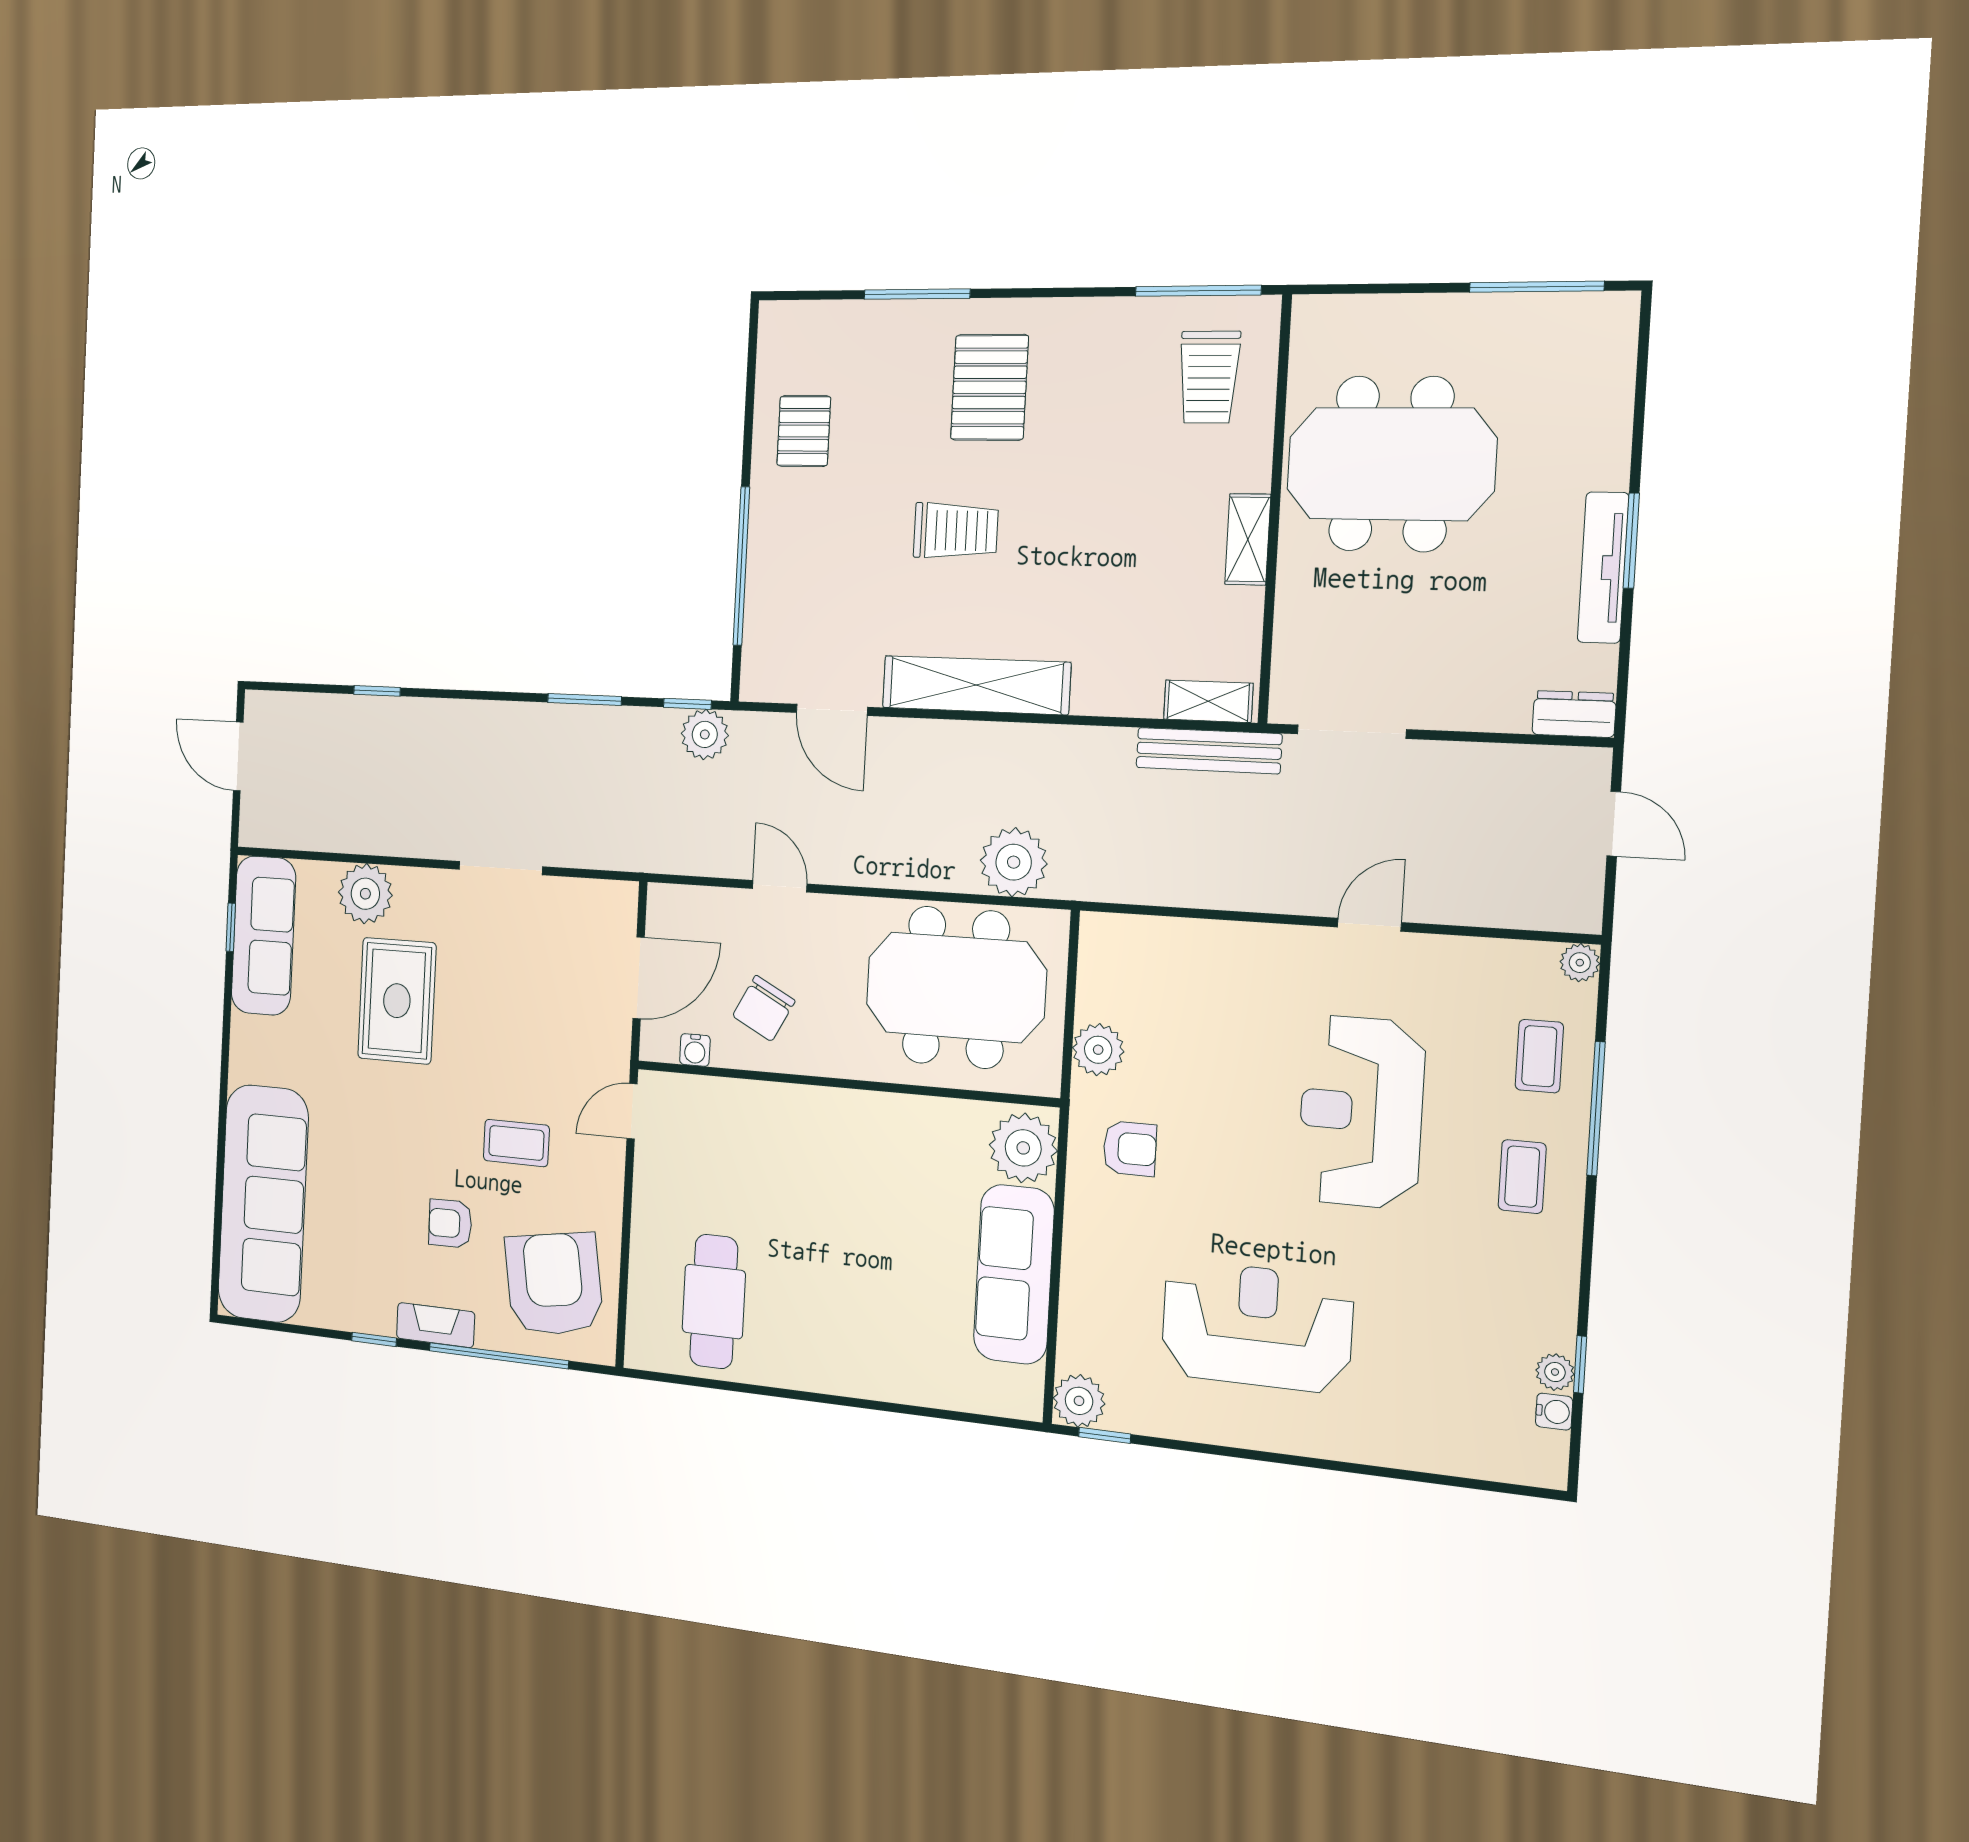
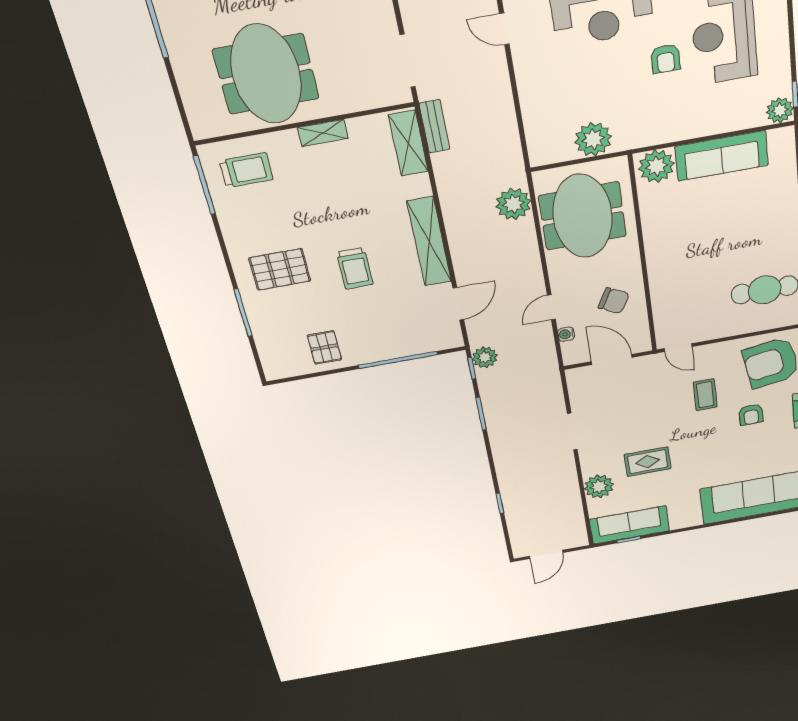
pallet: (804, 431) -> (324, 347), turned 90
trolley: (956, 531) -> (355, 268), turned 180
shelving: (1208, 701) -> (408, 143), width x1.50, depth x1.33
bench: (1209, 751) -> (434, 126), width x0.73
rug: (397, 1001) -> (648, 462), width x0.73, depth x0.70
water cooler: (695, 1050) -> (566, 334), moved, turned 180
plant: (1098, 1050) -> (593, 139), width x1.36, depth x1.36
armchair: (1130, 1149) -> (666, 59), moved, turned 180

